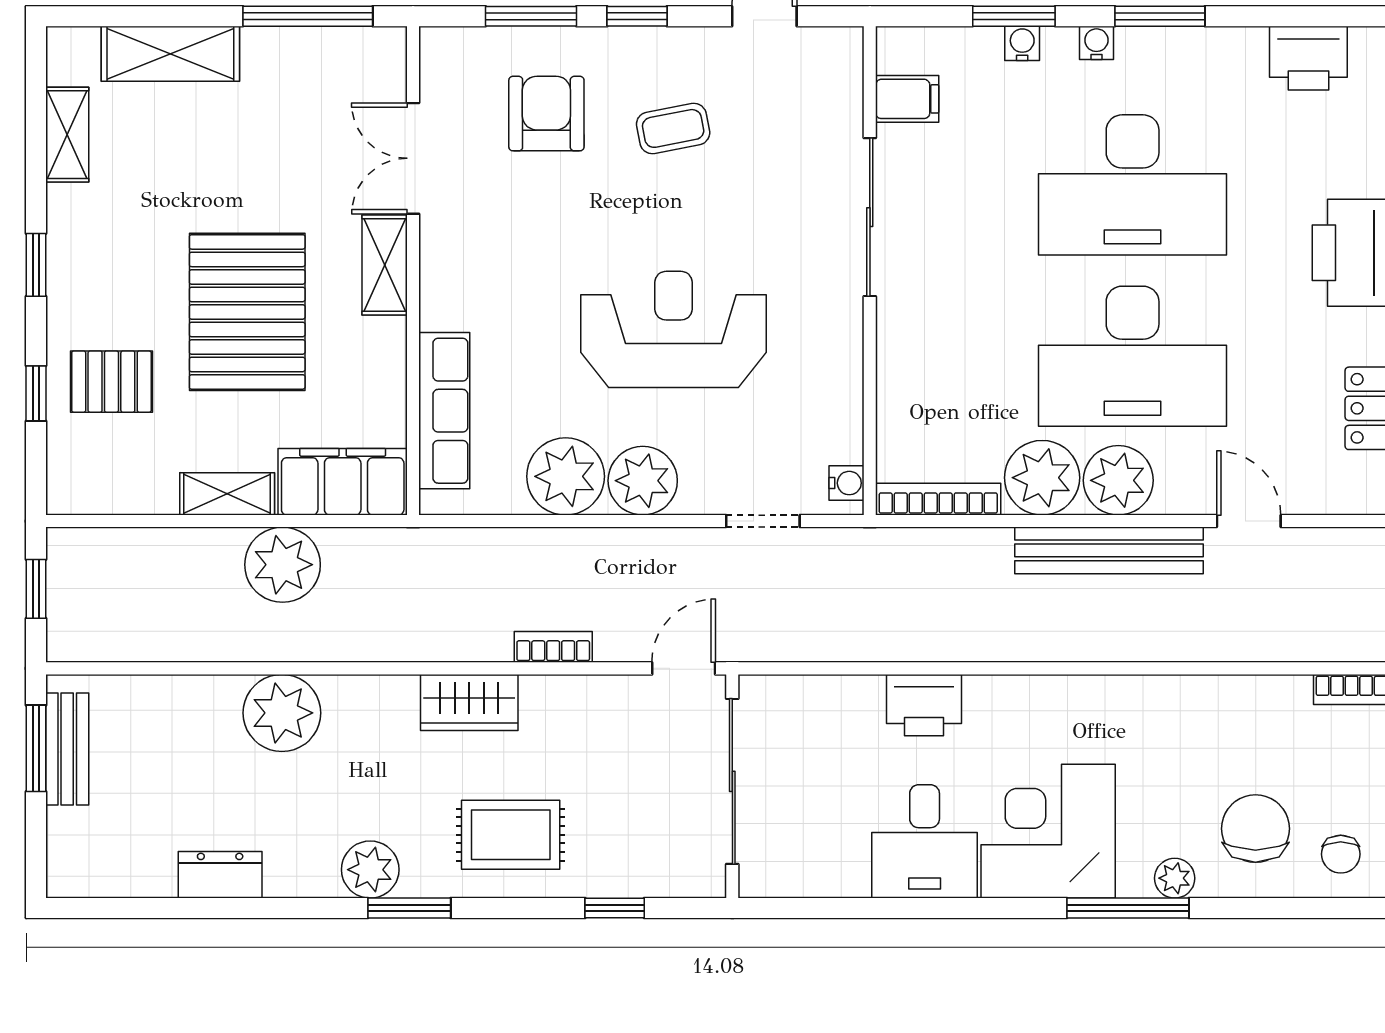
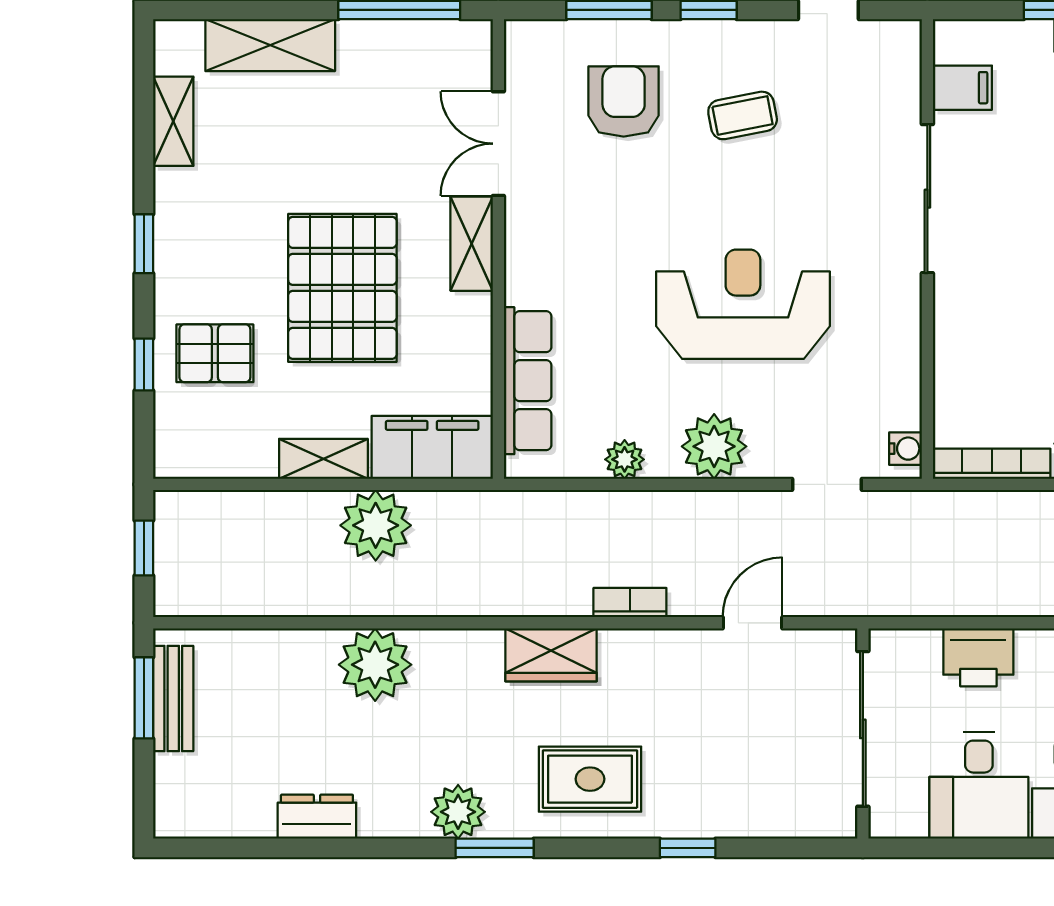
plant: (566, 476) -> (625, 459), width x0.53, depth x0.53
sliding door: (732, 781) -> (863, 729), moved
wall: (732, 786) -> (863, 734), moved

